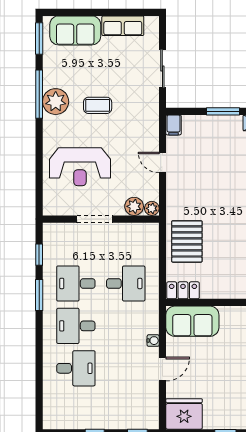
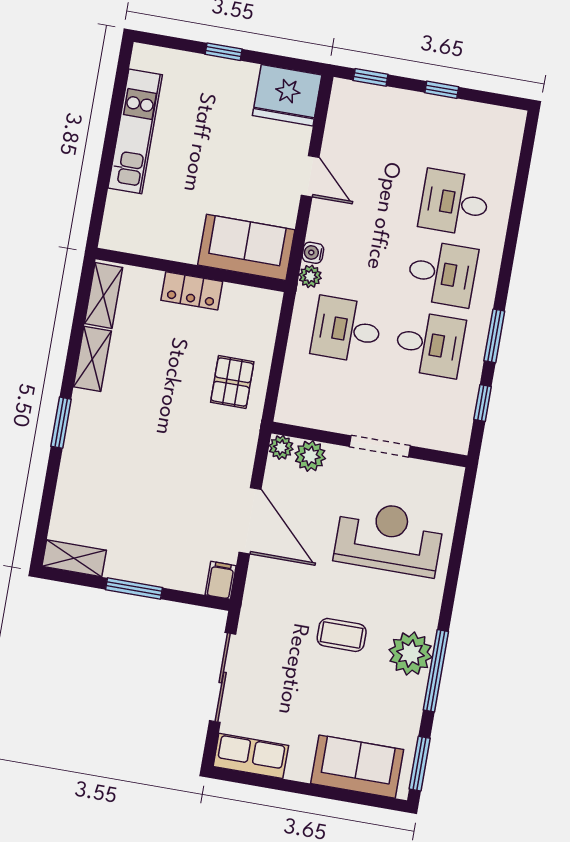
row of seats: (123, 26) -> (251, 756), moved
sliding door: (162, 69) -> (223, 678), width x1.37
door: (162, 163) -> (250, 521), width x1.88
pallet: (187, 241) -> (232, 382), width x0.67, depth x0.71
locker: (183, 290) -> (192, 291), moved
plant: (152, 311) -> (310, 276), added
water cooler: (153, 341) -> (313, 253), moved
door: (162, 369) -> (310, 176), swing flipped

